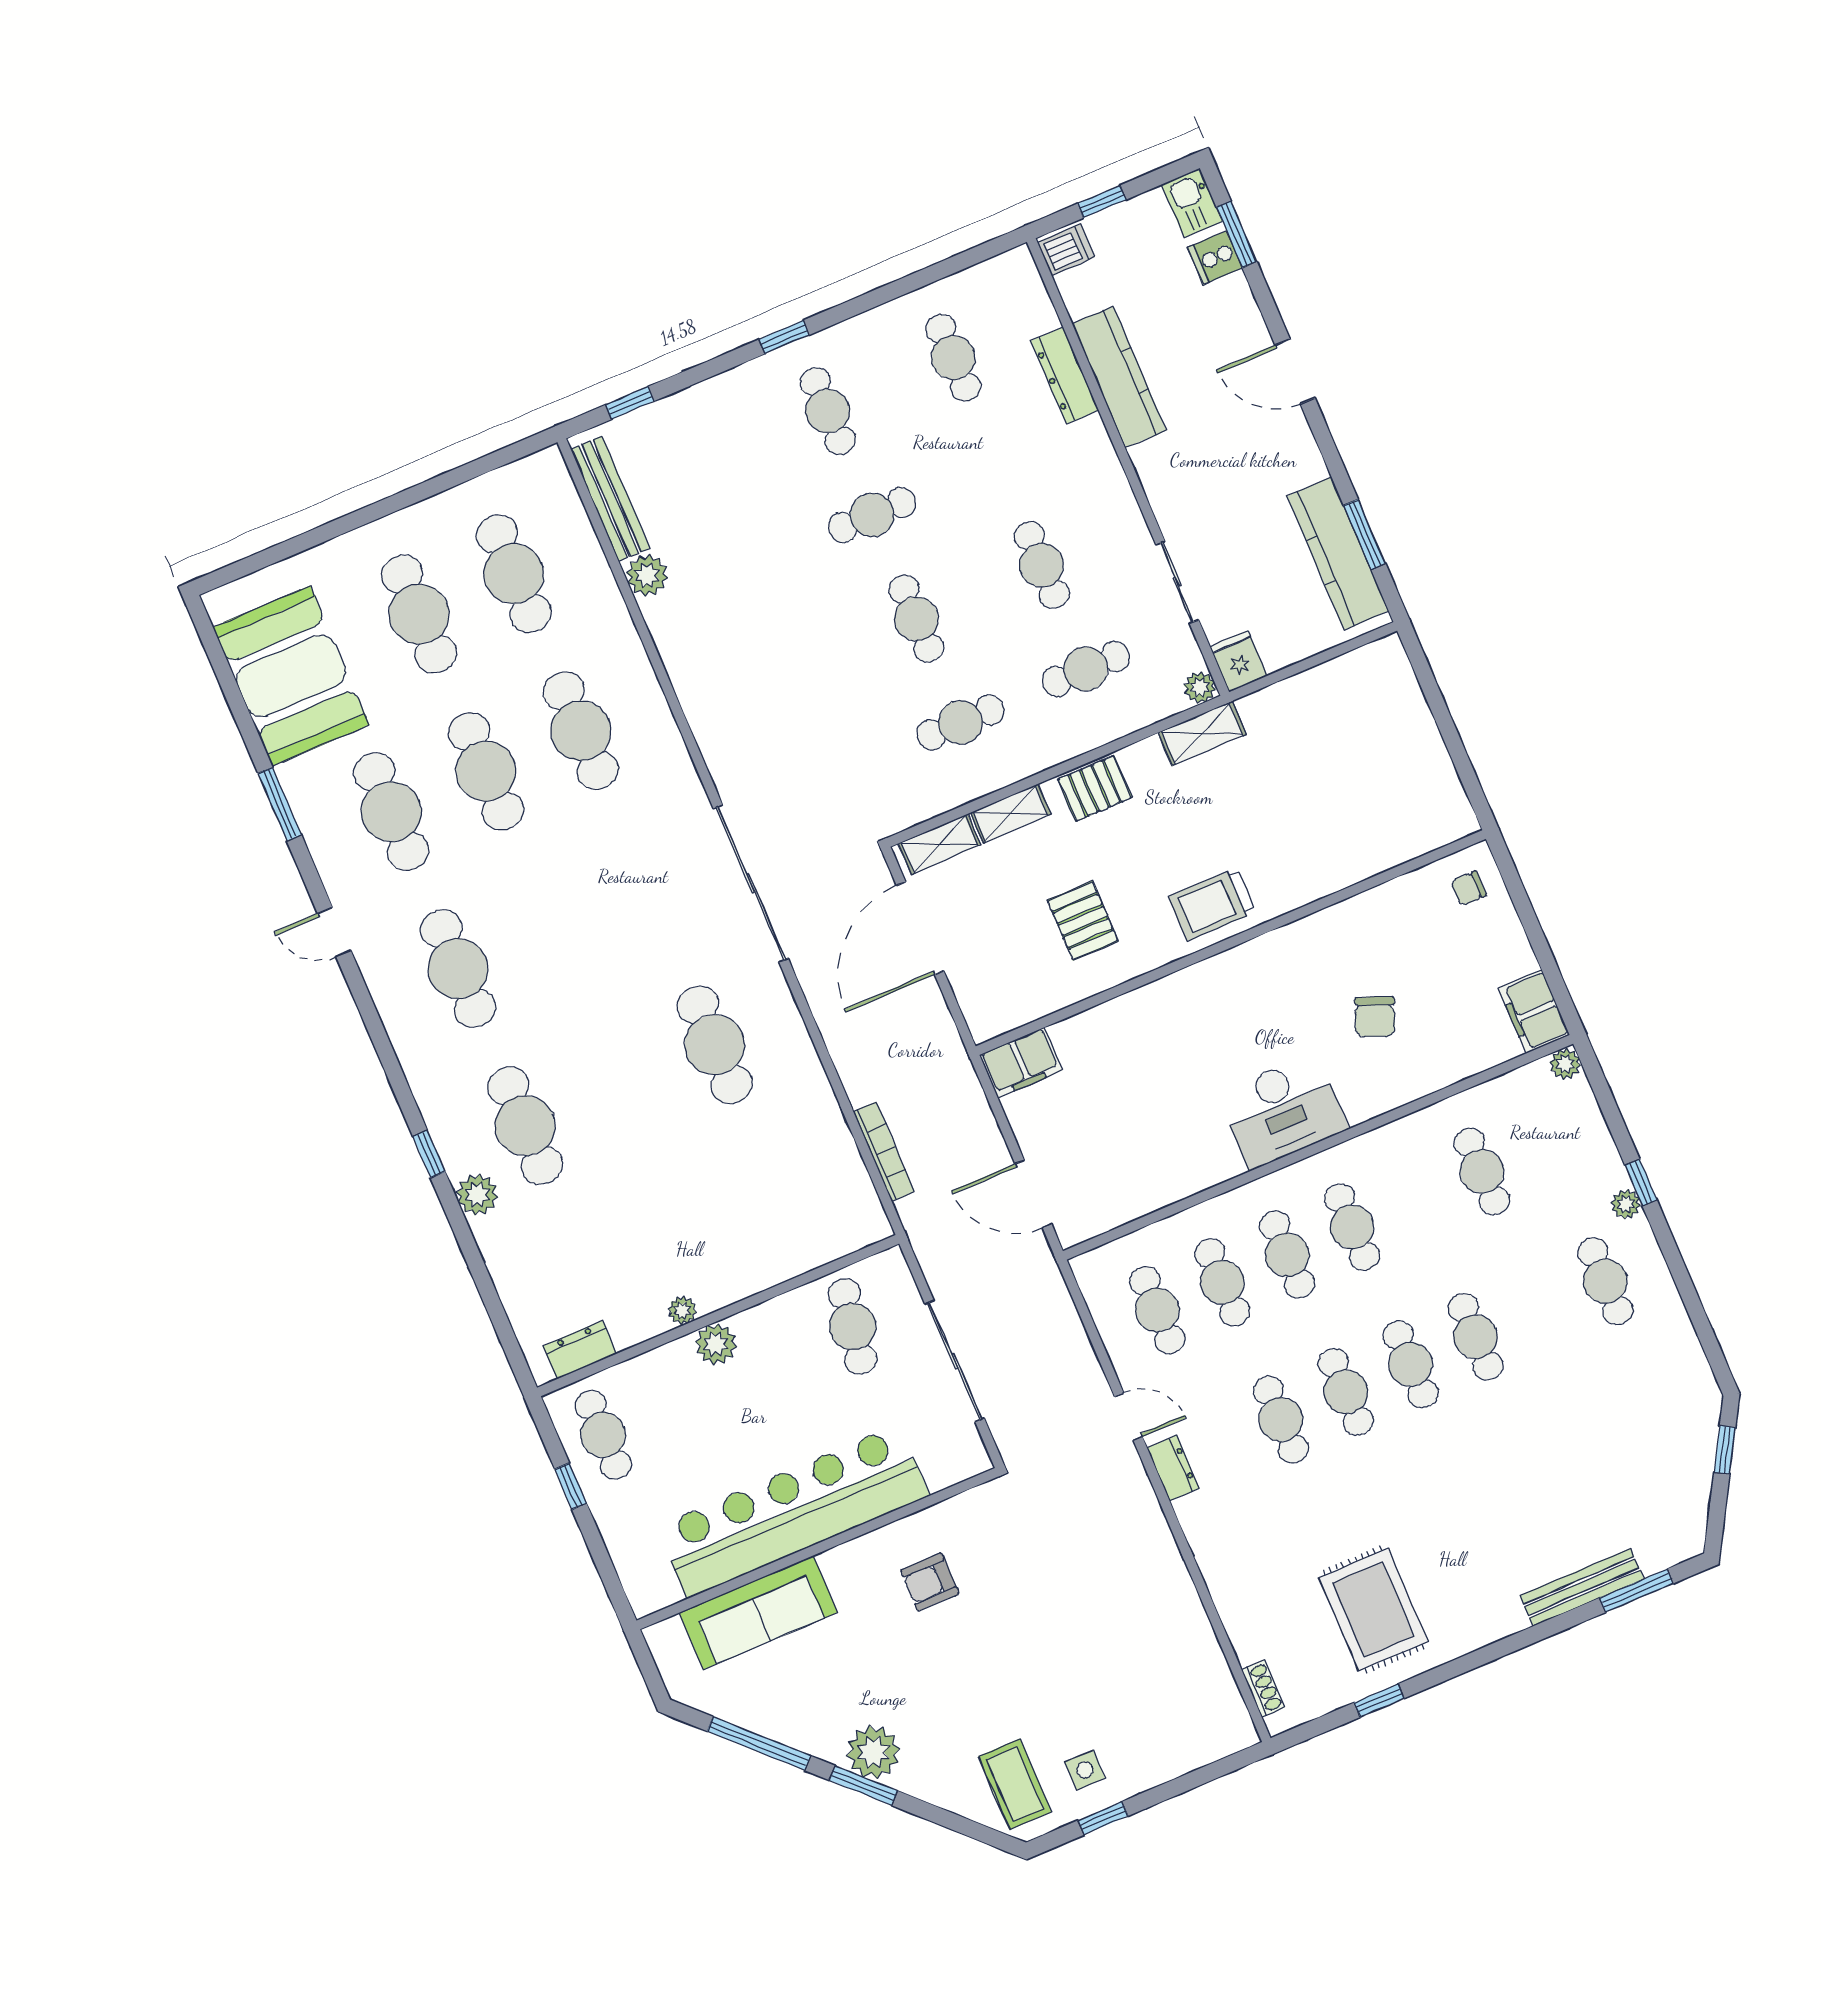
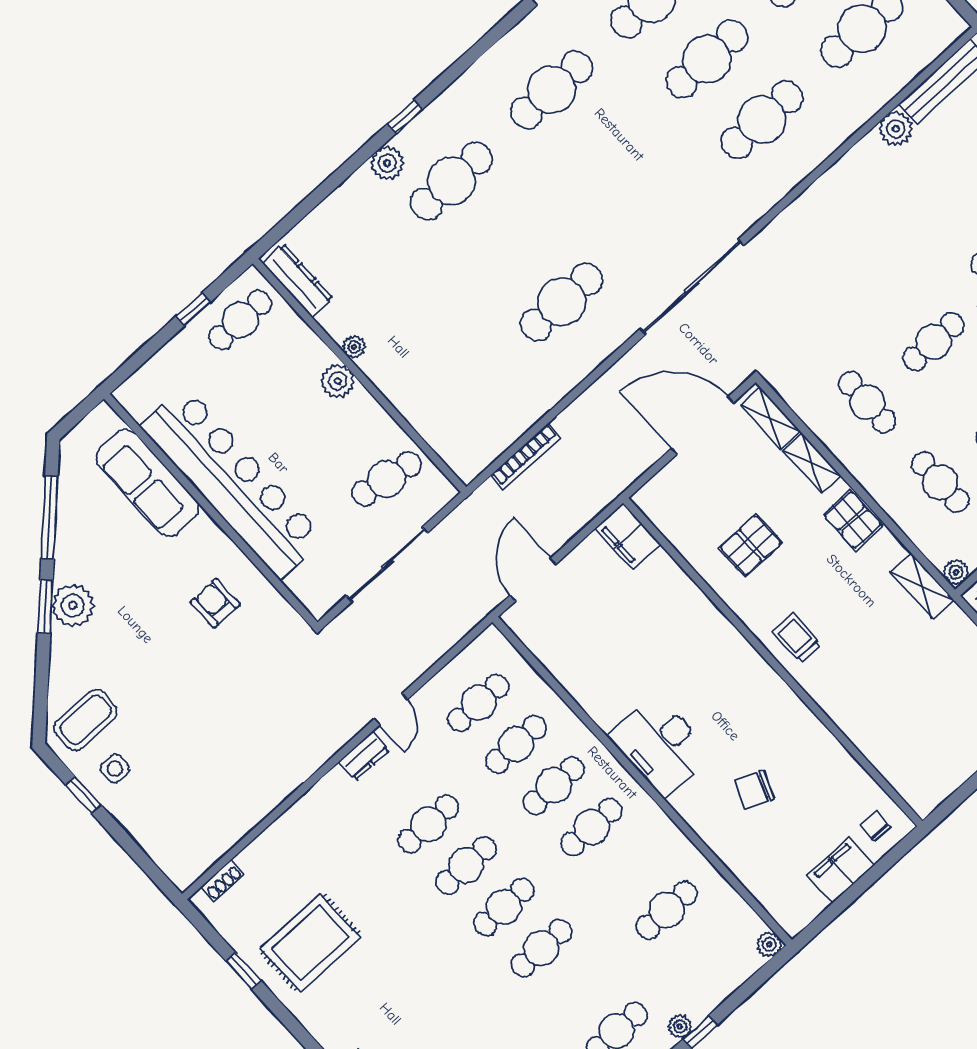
trolley: (1212, 904) -> (797, 638), width x0.73, depth x0.72
filing cabinet: (1534, 1012) -> (841, 870), moved
dresser: (580, 1350) -> (298, 281), width x1.44

